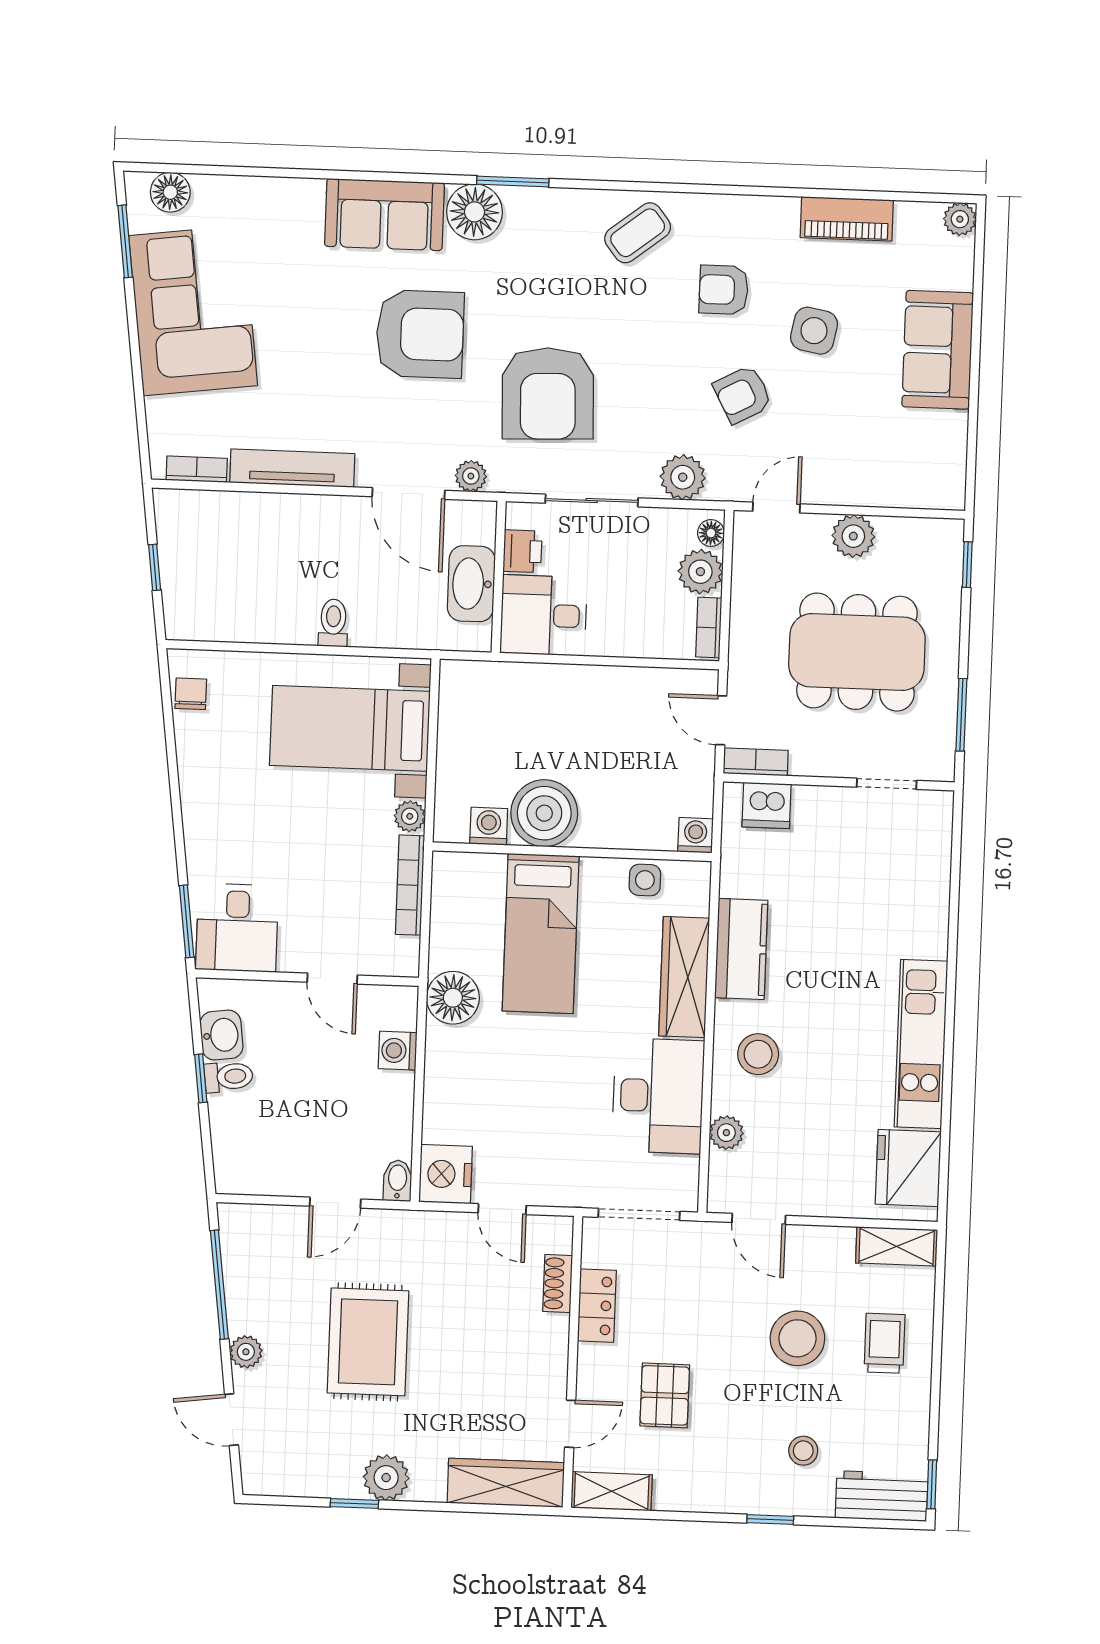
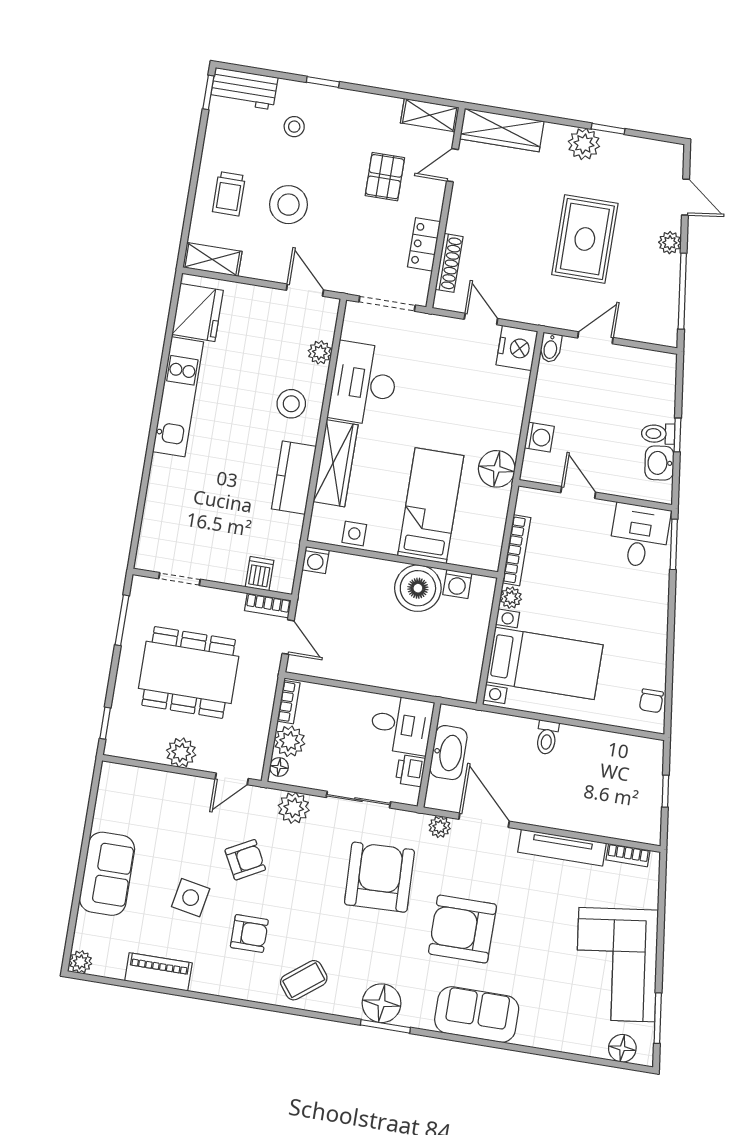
floor lamp: (474, 212) -> (382, 1003), moved
dishwasher: (767, 806) -> (260, 574), width x0.73
shoe rack: (558, 1283) -> (449, 263), width x1.43

